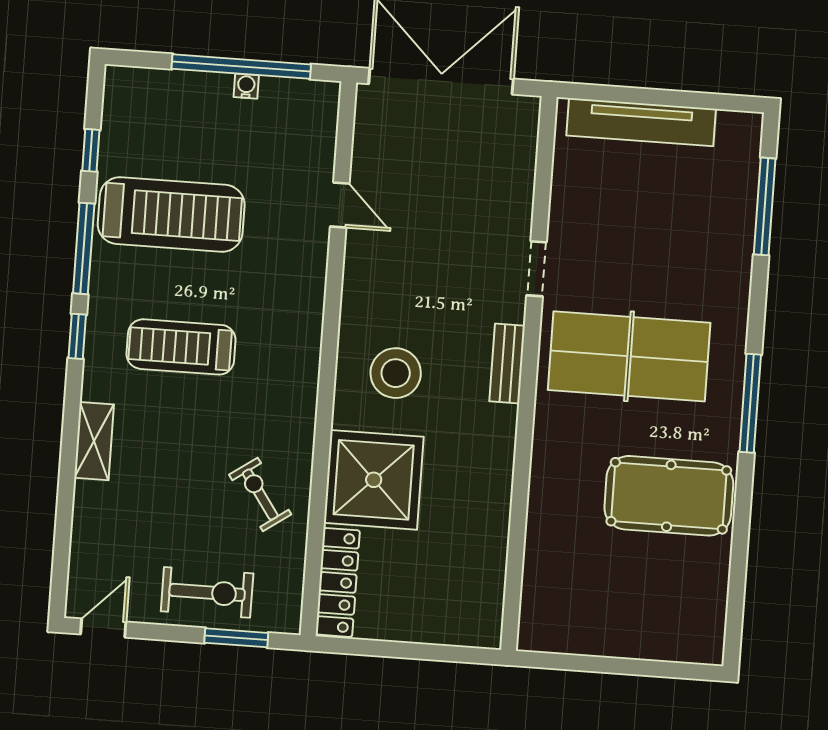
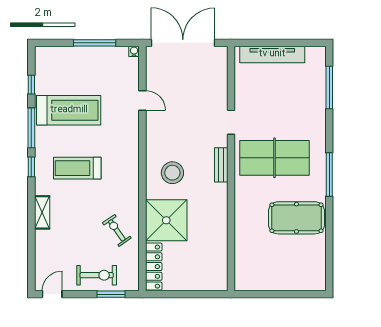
window: (241, 67) -> (95, 43), width x0.68
water cooler: (246, 86) -> (134, 51), moved

